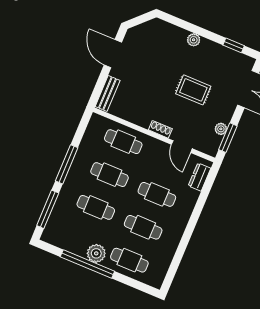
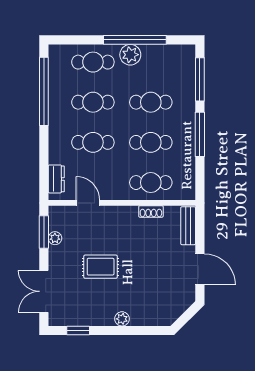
shoe rack: (160, 129) -> (151, 211), moved
window: (180, 253) -> (44, 91), added

